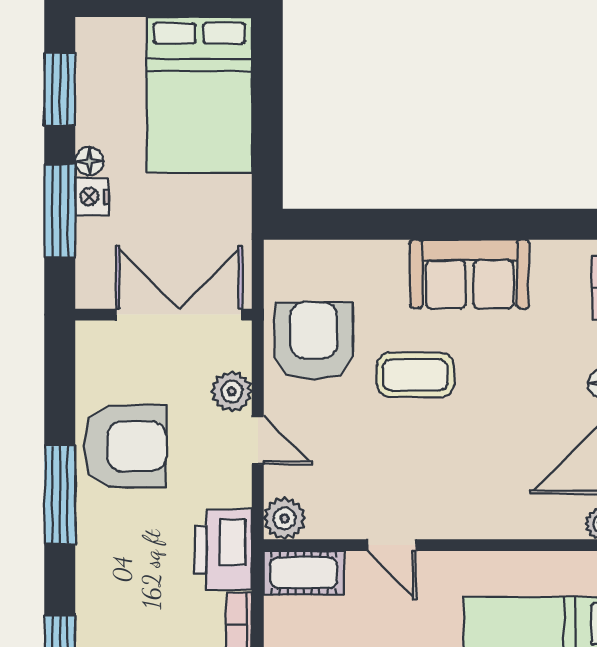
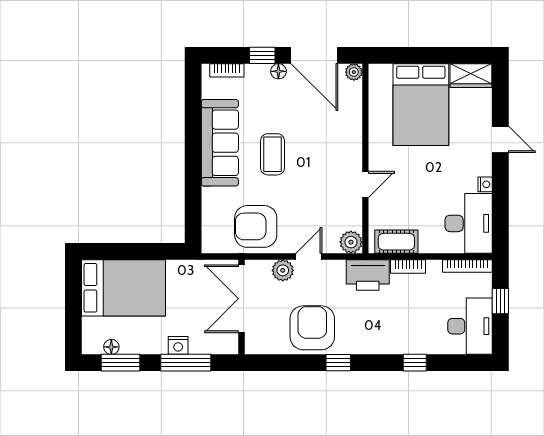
floor lamp: (89, 161) -> (111, 347), moved
sofa: (470, 274) -> (220, 143), width x1.36
coffee table: (415, 375) -> (272, 154), moved
window: (60, 495) -> (338, 363), width x0.46
cot: (304, 573) -> (396, 242), moved, turned 90

